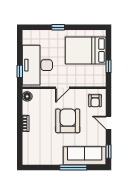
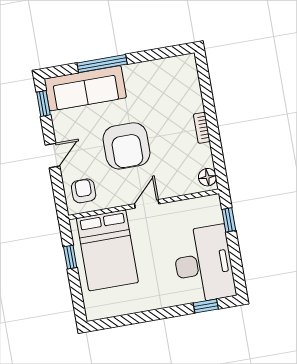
window: (58, 27) -> (206, 306), moved
bed: (86, 50) -> (107, 250), moved, turned 90
desk: (37, 65) -> (204, 264), moved
door: (108, 123) -> (52, 155), hinge flipped

